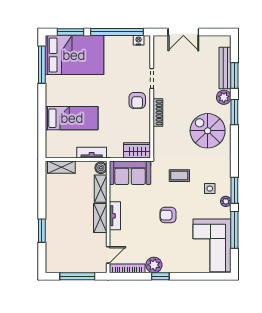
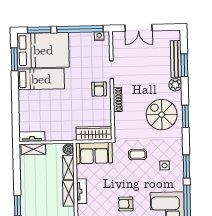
window: (42, 65) -> (14, 59), width x0.69
window: (234, 112) -> (185, 116), moved
bed: (72, 118) -> (41, 79), moved
wardrobe: (137, 150) -> (94, 133), width x1.50
tv unit: (92, 153) -> (32, 137), moved
plant: (226, 201) -> (179, 176), removed
armchair: (168, 215) -> (126, 204), moved

